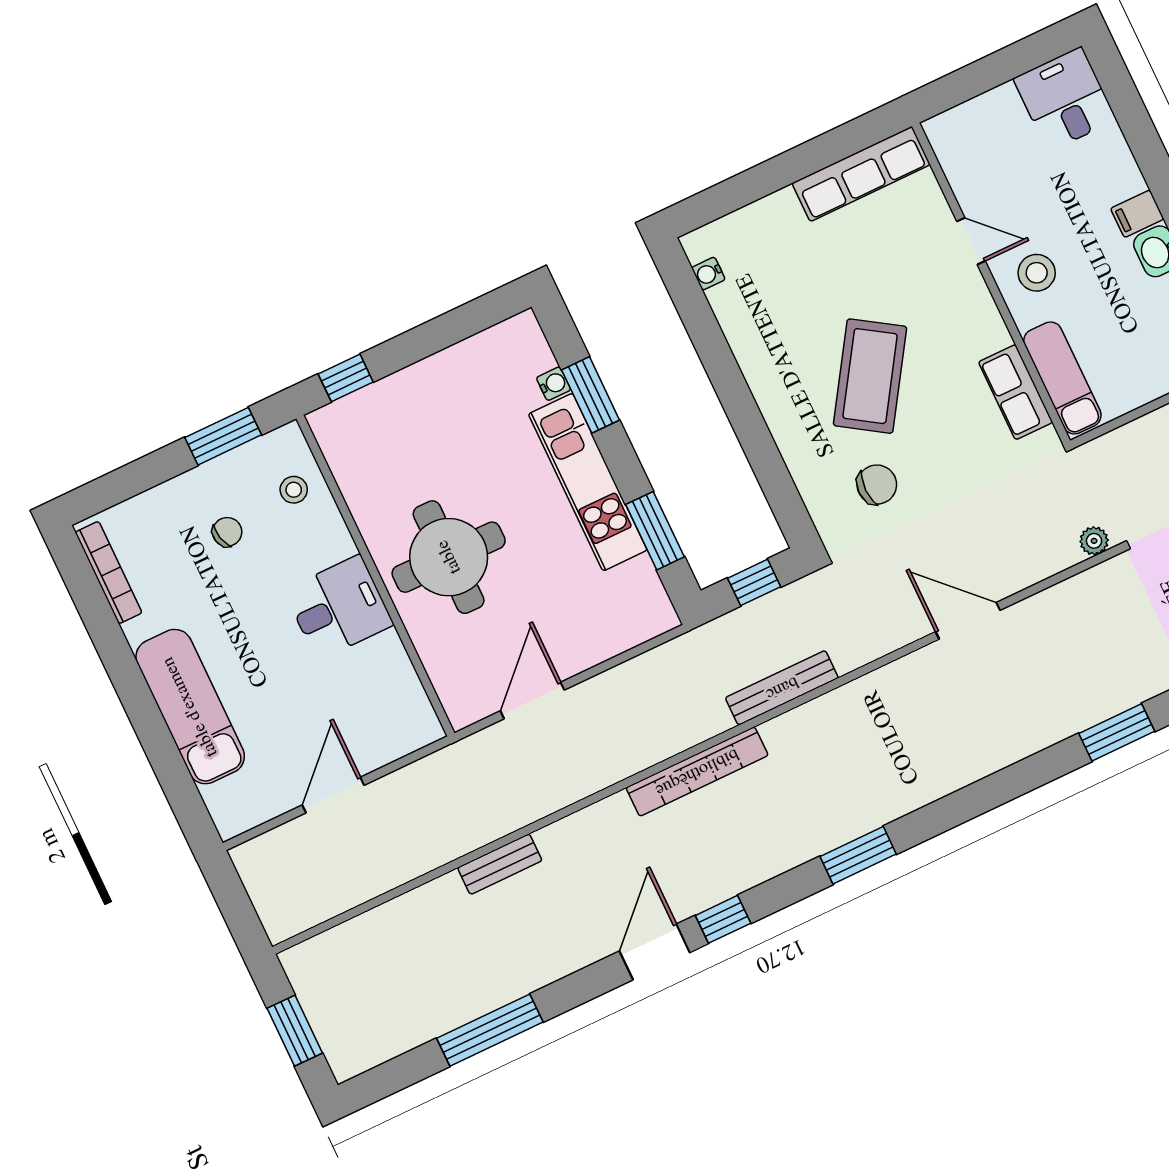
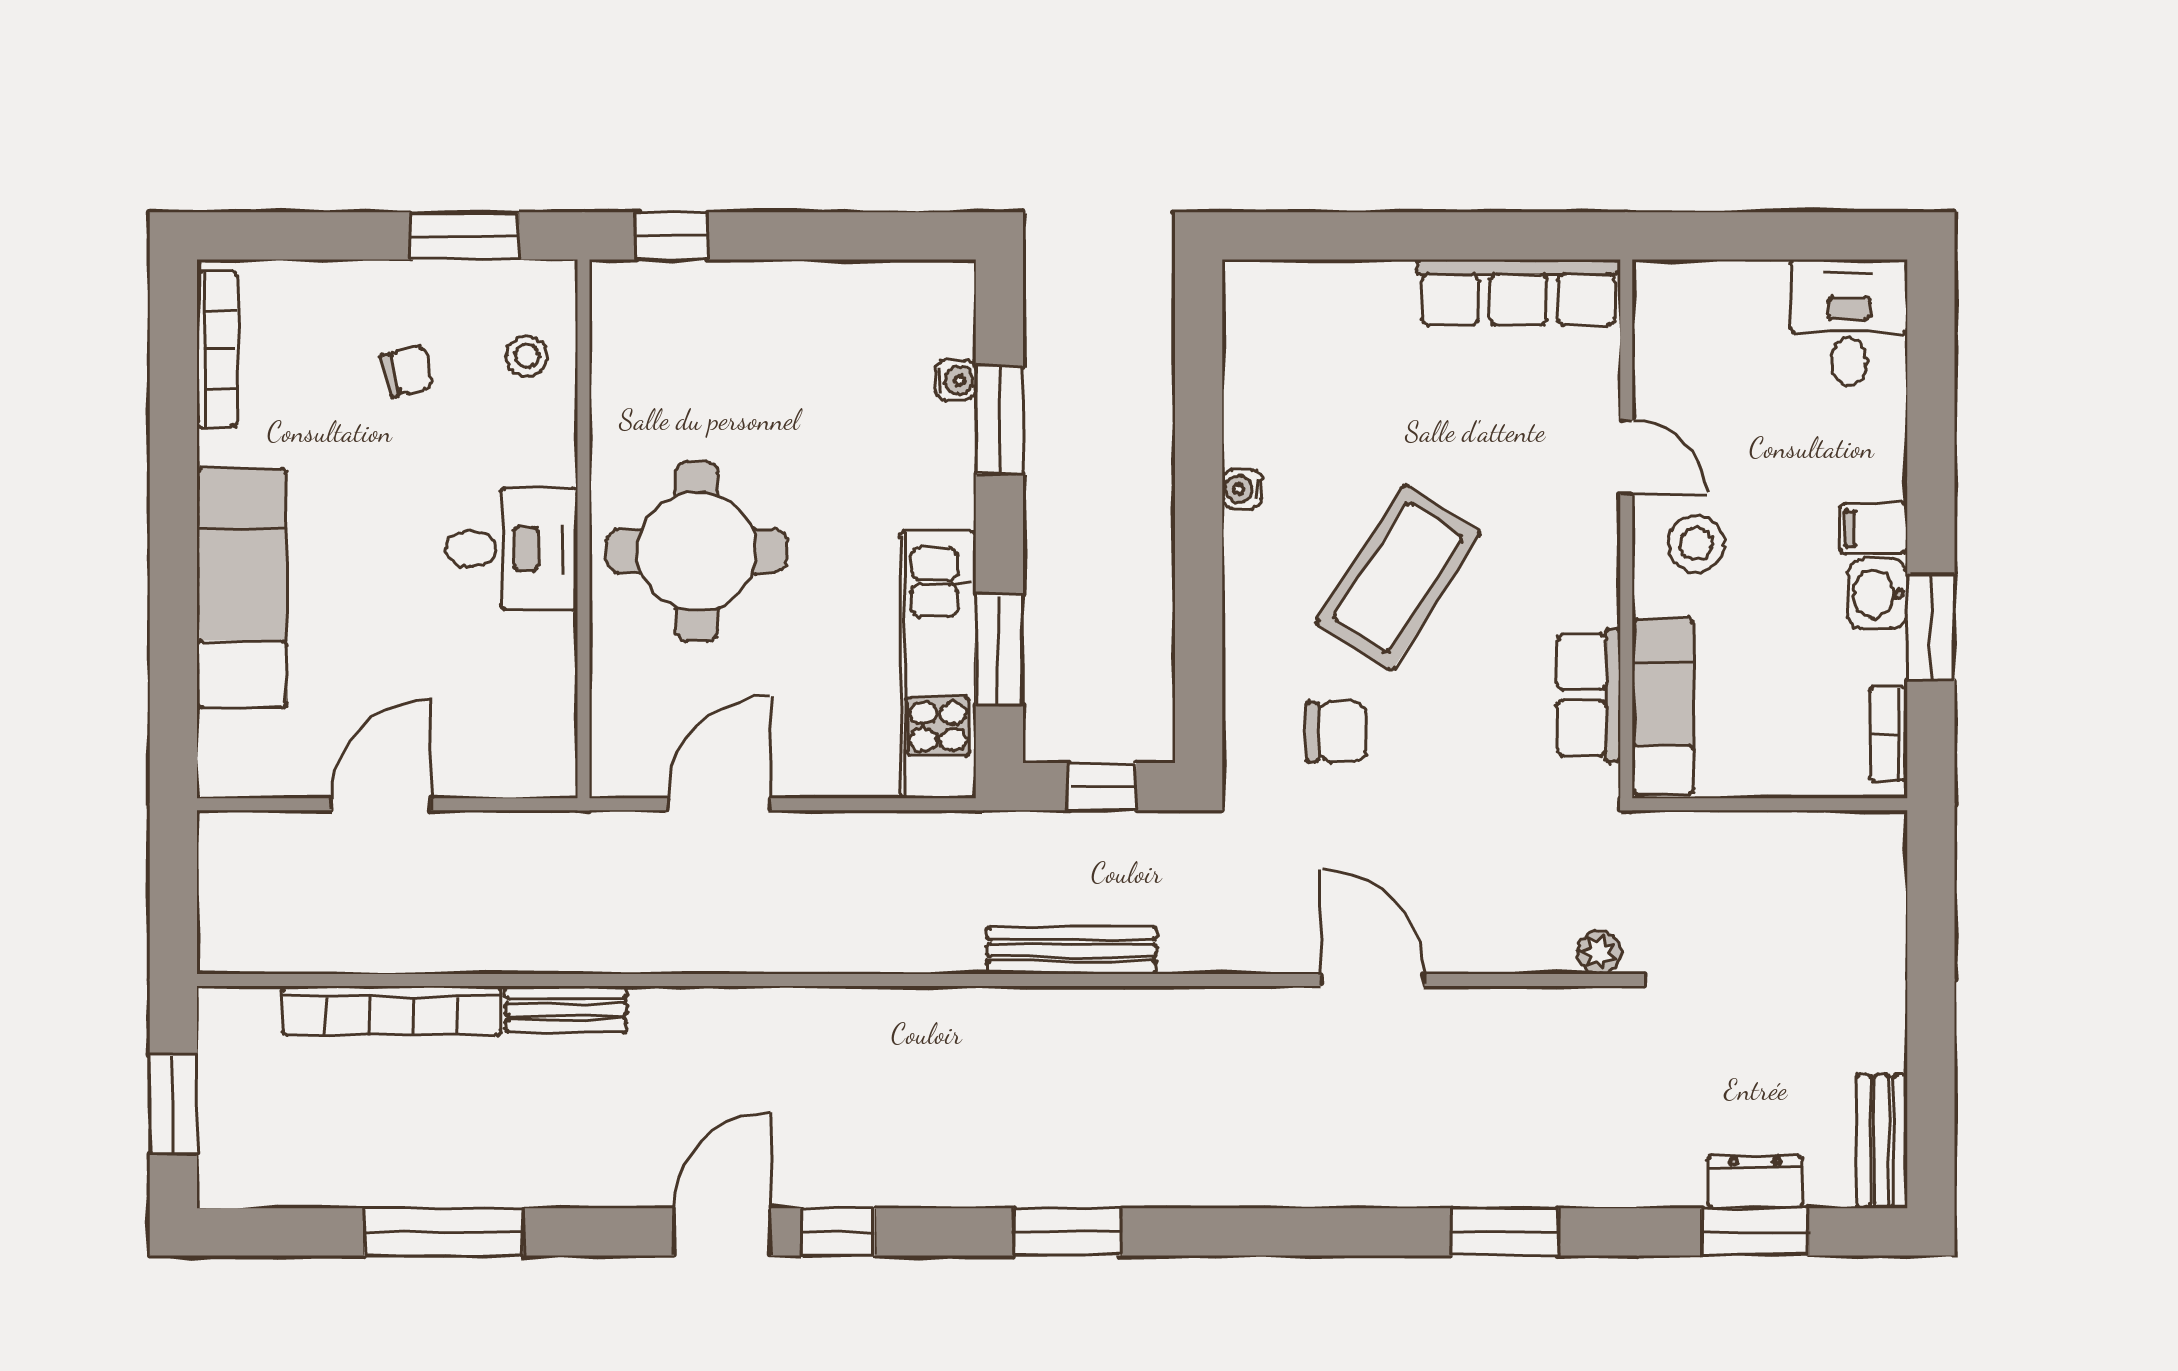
water cooler: (708, 274) -> (1242, 489), moved
kitchen unit: (588, 482) -> (938, 665), moved
bookcase: (697, 772) -> (391, 1011), moved

